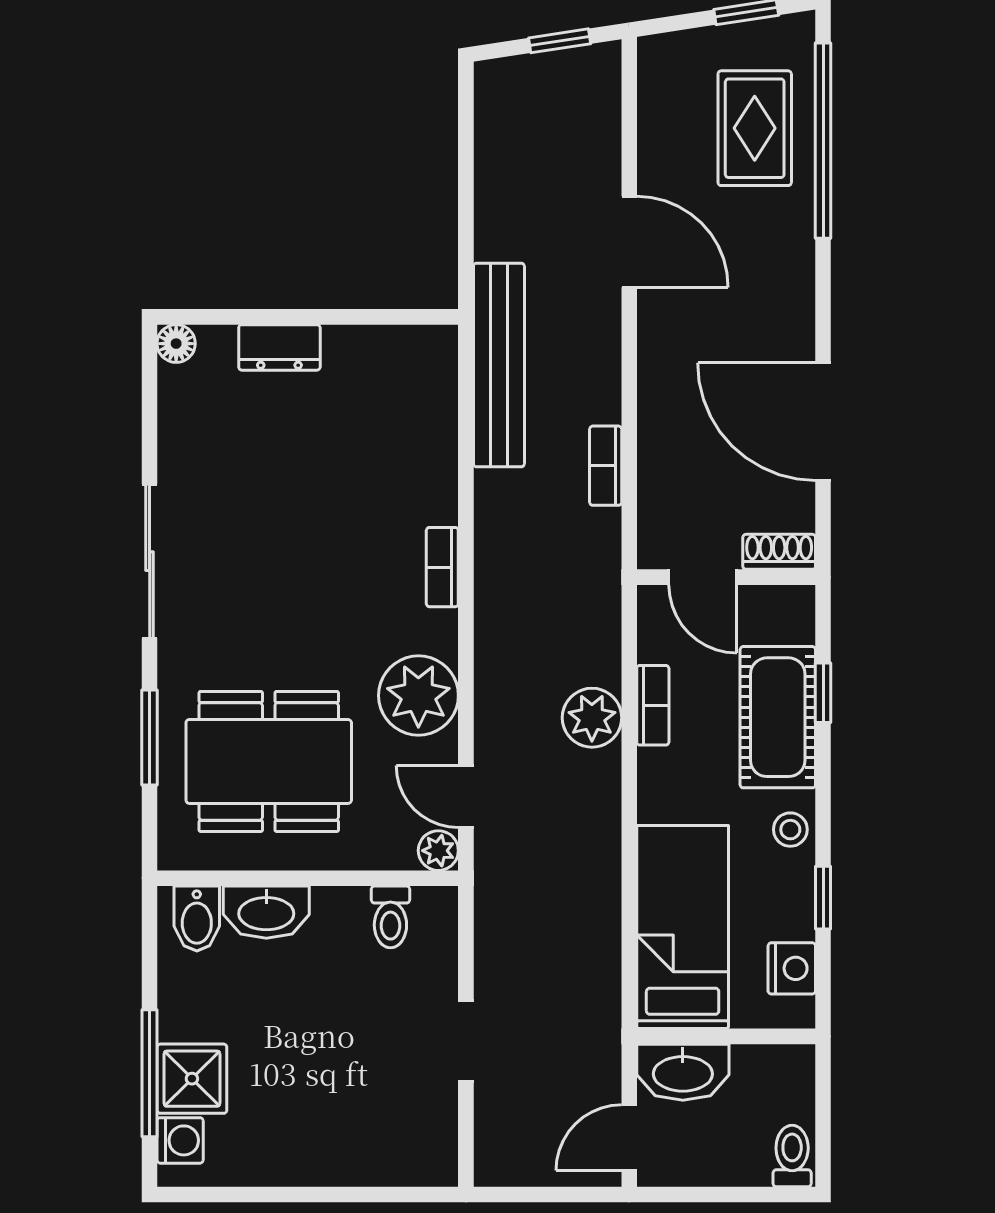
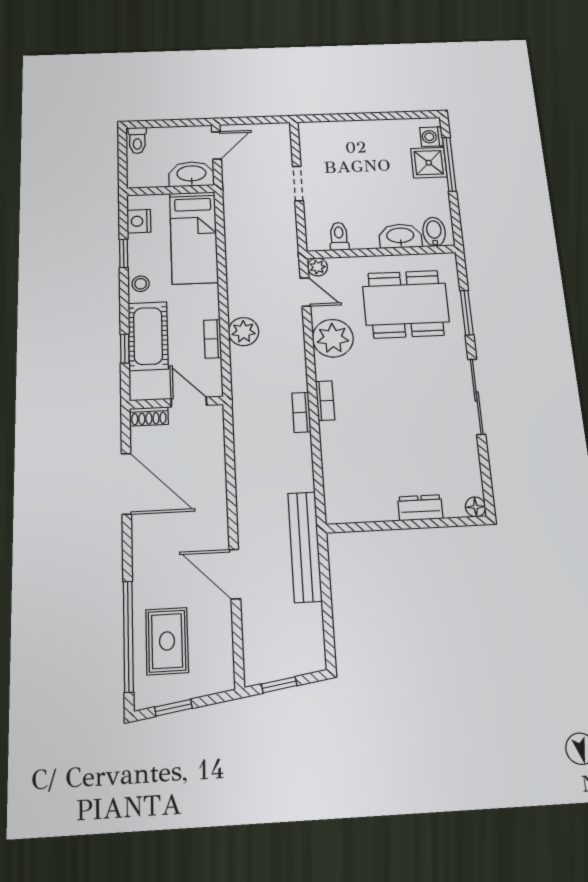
bench: (499, 365) -> (305, 547), moved
bookcase: (606, 466) -> (301, 412), moved, turned 180

